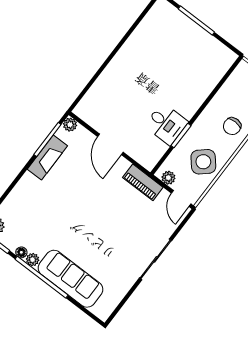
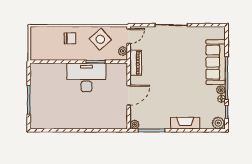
desk: (166, 124) -> (86, 77), width x1.87, depth x1.30
fireplace: (47, 157) -> (185, 123), moved

